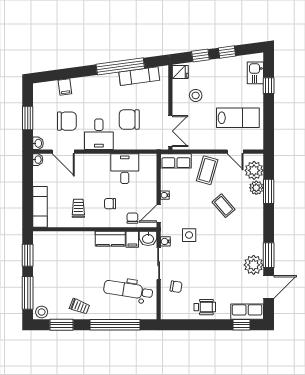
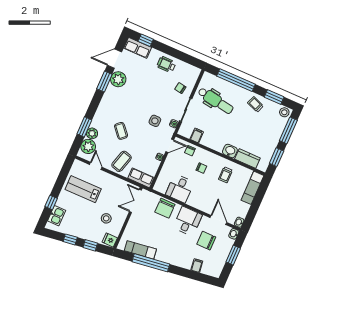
chair: (129, 119) -> (165, 208), moved, turned 90
washbasin: (148, 238) -> (230, 151), moved
kitchen counter: (110, 239) -> (247, 159), moved

